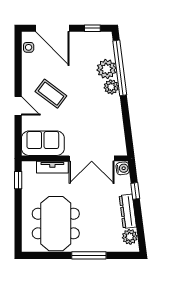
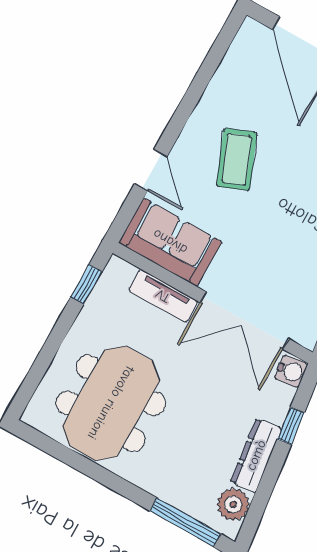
side table: (29, 47) -> (243, 51), removed
coffee table: (51, 94) -> (237, 159), turned 31
door: (18, 106) -> (151, 170), moved
window: (89, 255) -> (185, 522), moved

